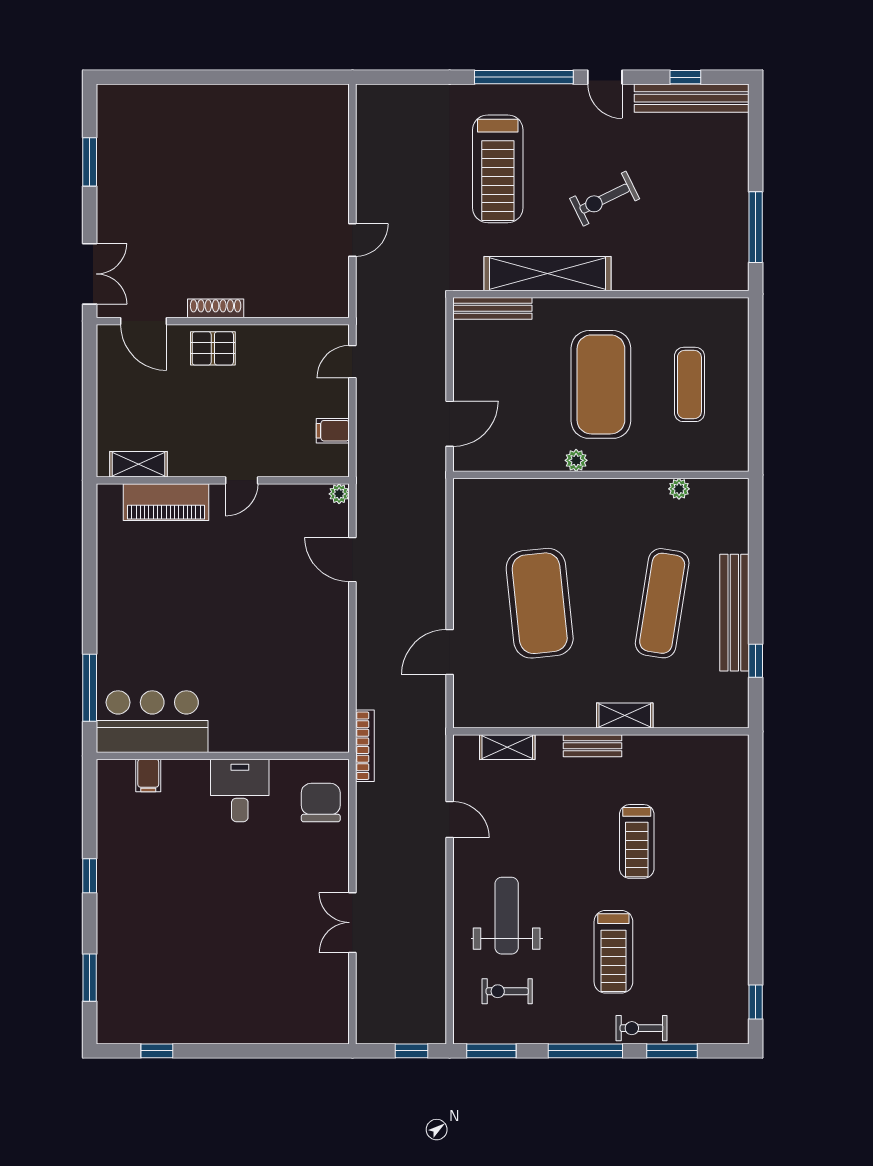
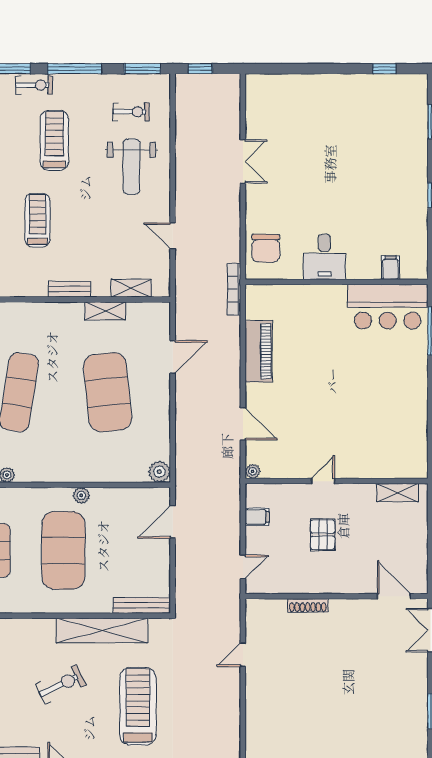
shoe rack: (216, 308) -> (308, 605), moved
pallet: (213, 348) -> (323, 535), moved, turned 90
plant: (468, 493) -> (159, 472), added
piano: (166, 502) -> (259, 351), moved, turned 90
shelving: (625, 716) -> (105, 311), moved

